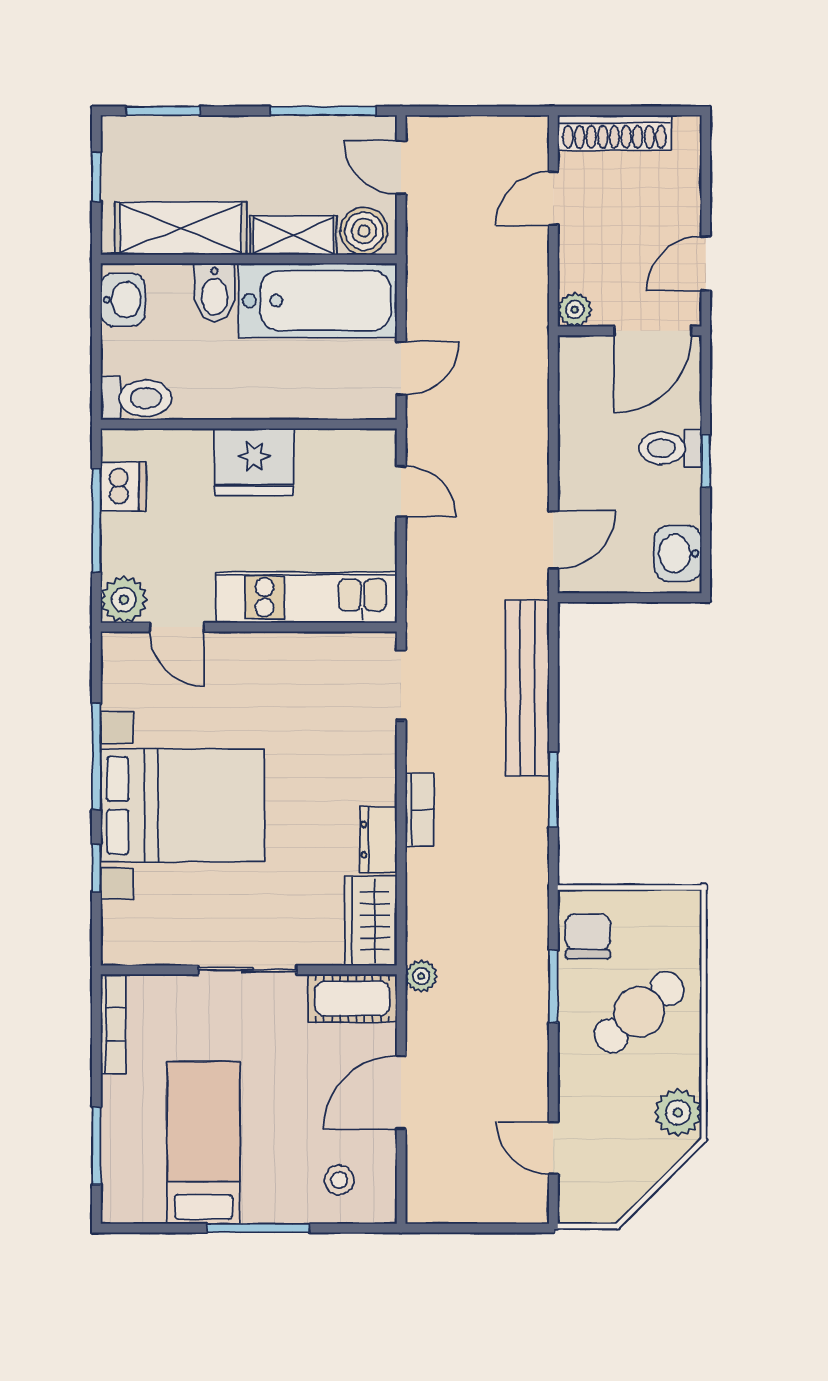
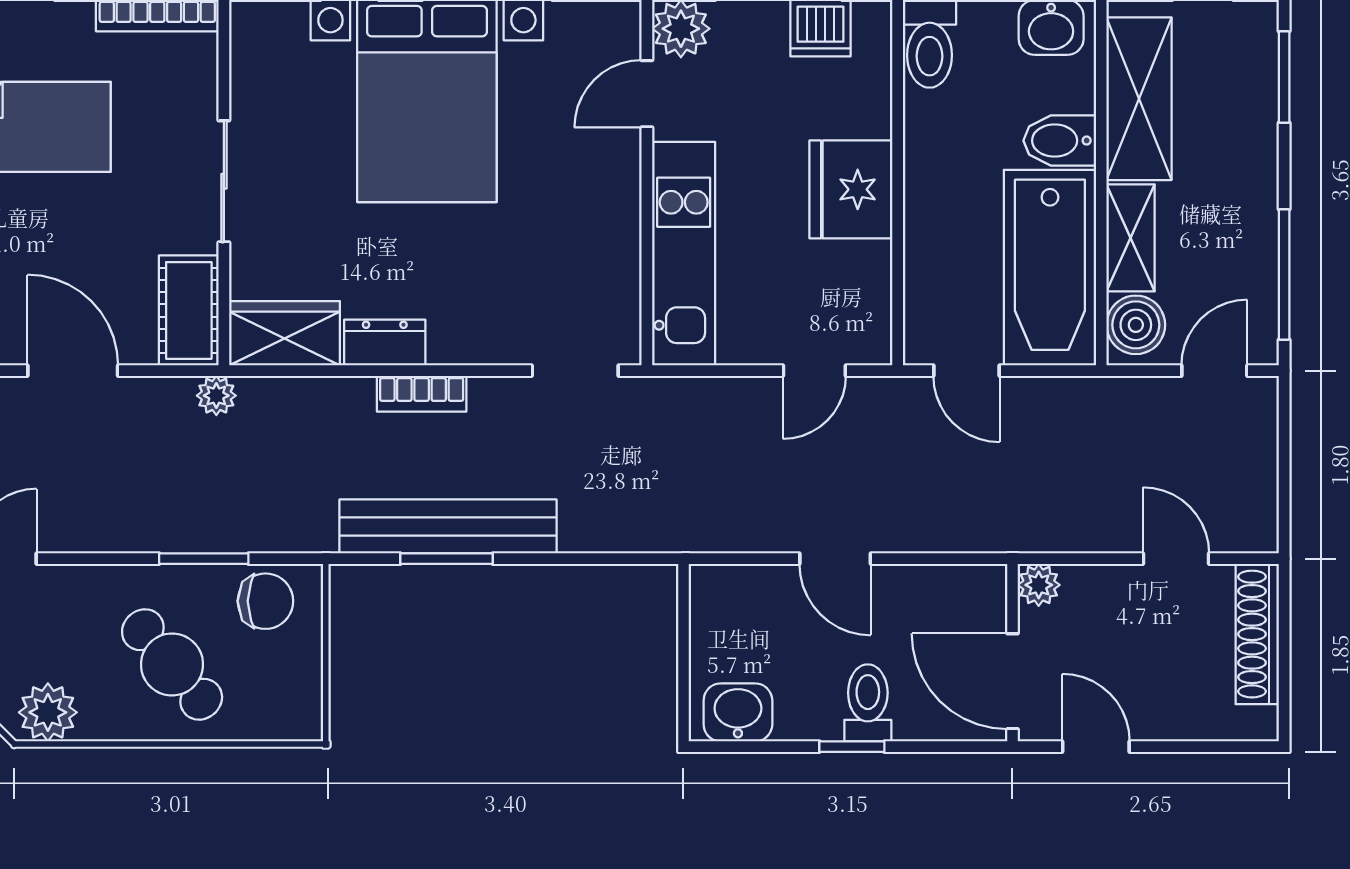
door: (553, 540) -> (835, 559), moved
bench: (527, 688) -> (448, 526), moved

